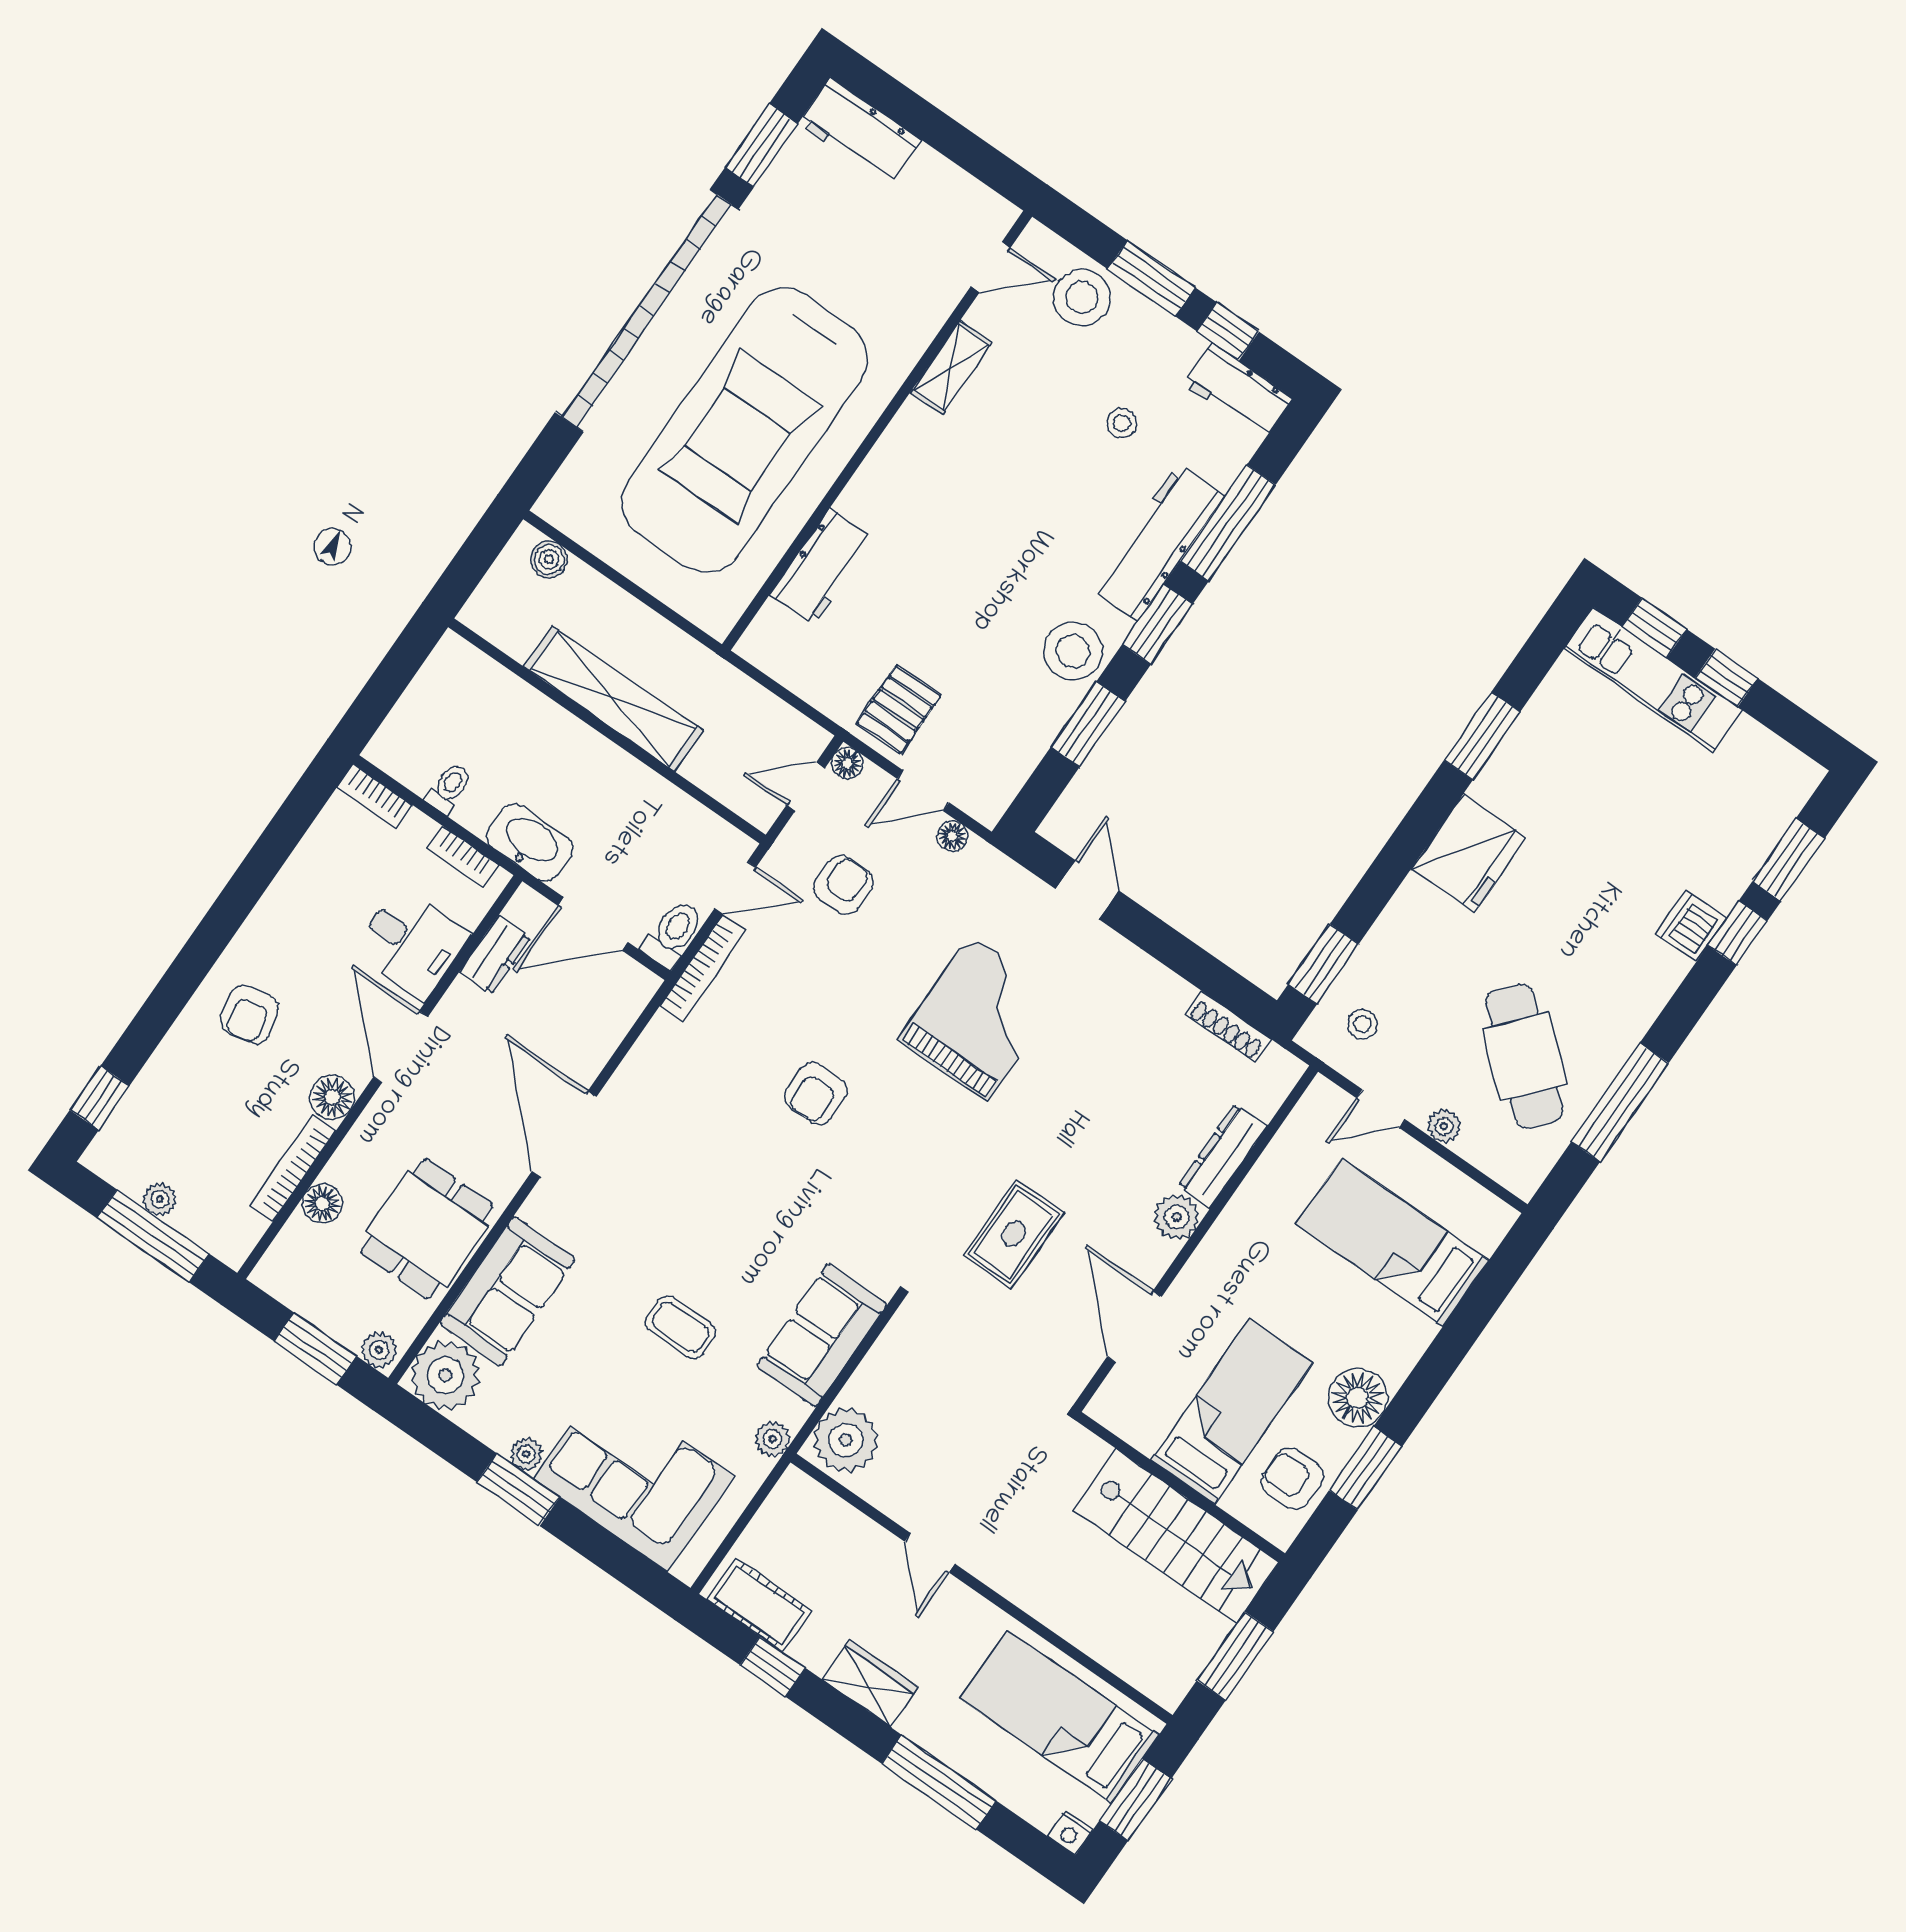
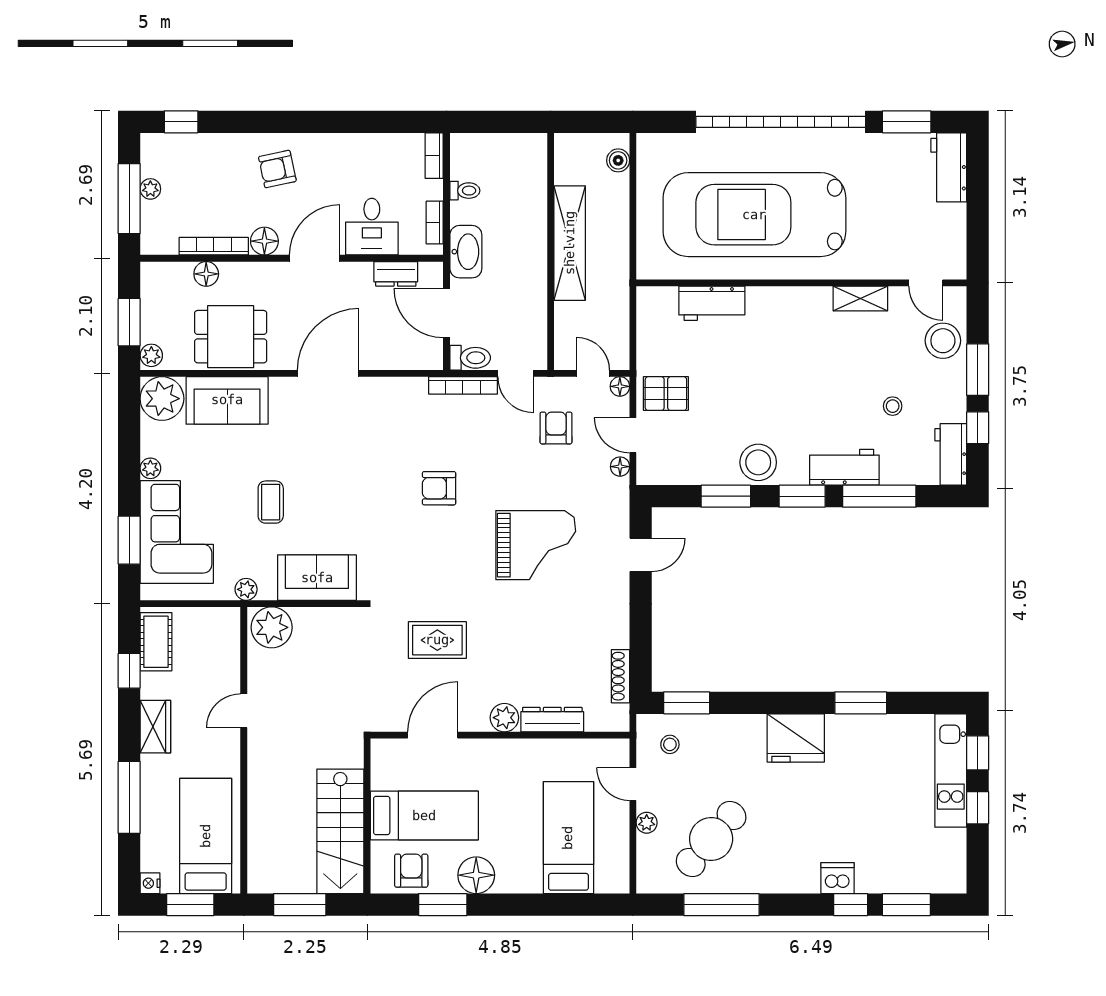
workbench: (1158, 542) -> (844, 467), width x0.73
armchair: (843, 885) -> (556, 428), turned -90
window: (518, 1490) -> (129, 540), moved

